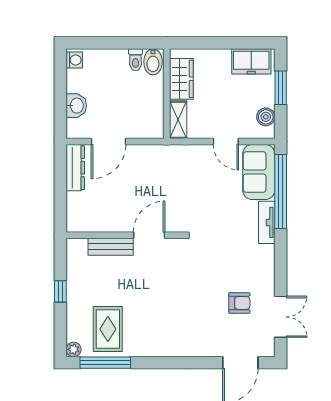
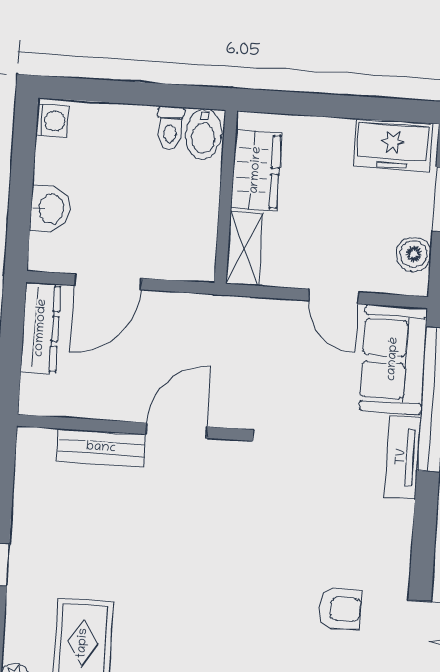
wall: (125, 235) -> (129, 427), moved
door: (149, 235) -> (177, 430), moved
bench: (111, 247) -> (101, 448), moved

